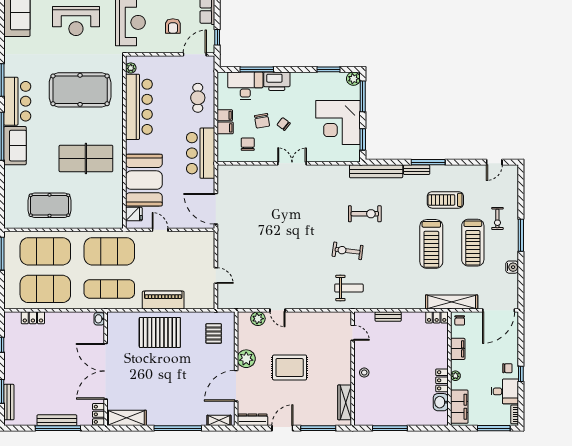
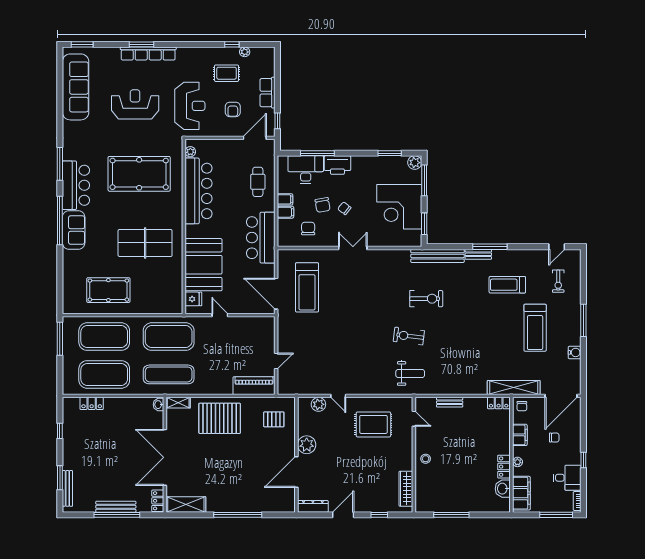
reception desk: (76, 21) -> (135, 104), turned 180
exercise bike: (497, 218) -> (558, 281), moved
treadmill: (431, 244) -> (307, 287), moved
door: (216, 276) -> (276, 361), hinge flipped
piano: (163, 300) -> (254, 386), moved
pallet: (214, 333) -> (274, 419), turned 90
rug: (290, 368) -> (373, 424), moved
chair: (507, 368) -> (554, 438), moved
shelving: (219, 420) -> (178, 403), moved
window: (318, 428) -> (379, 515), width x0.46

